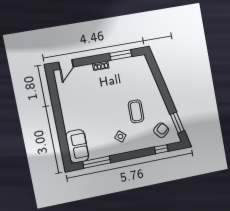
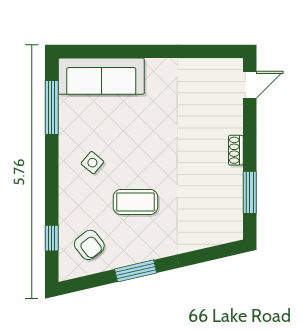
door: (66, 64) -> (250, 85), swing flipped
window: (177, 123) -> (136, 271), moved
sofa: (77, 146) -> (101, 76), width x1.36

